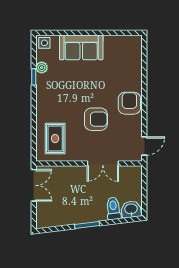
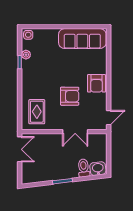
sofa: (81, 47) -> (82, 39), moved, width x1.36
armchair: (129, 103) -> (97, 83), turned 180

